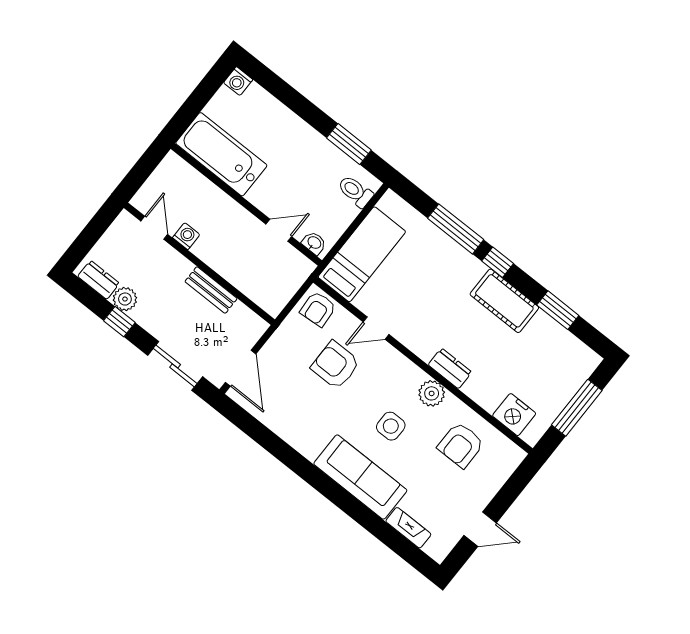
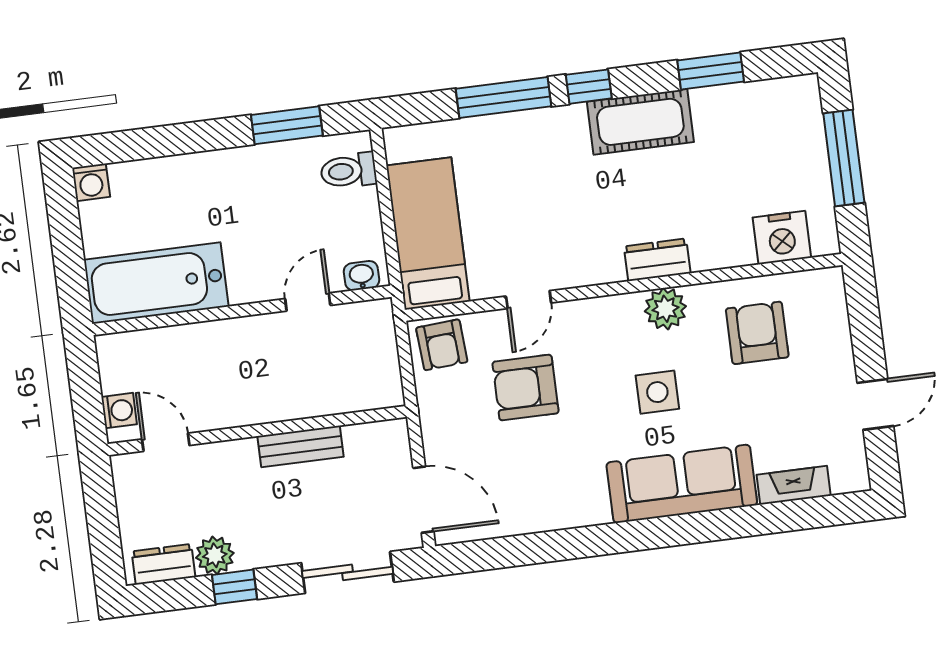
washing machine: (186, 236) -> (119, 411), moved, turned 90
armchair: (461, 445) -> (757, 333), turned 180

